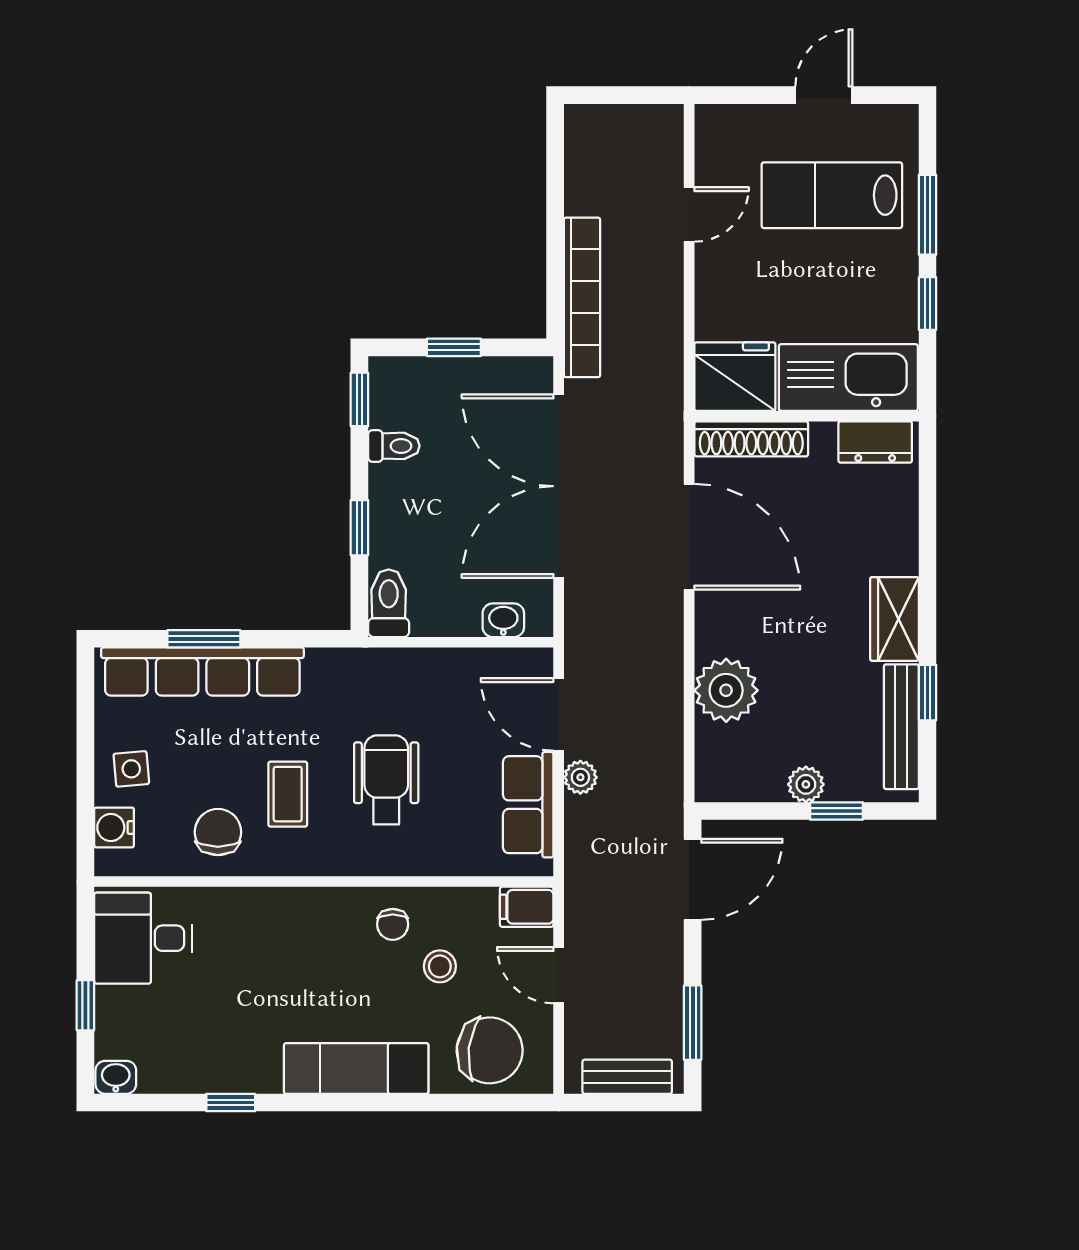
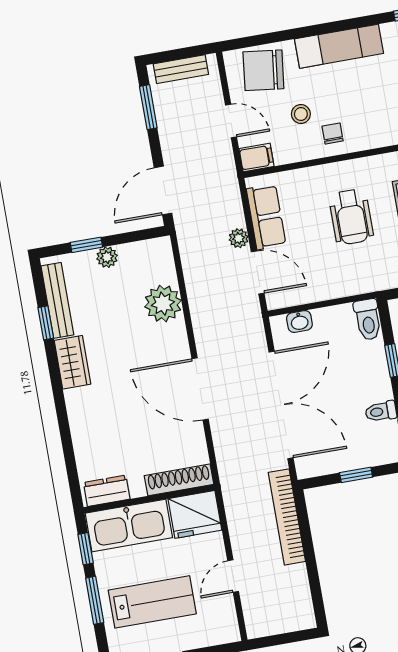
fridge: (735, 377) -> (195, 514), moved
kitchen sink: (848, 378) -> (129, 525), moved
wall: (807, 416) -> (149, 499), moved
shoe rack: (751, 439) -> (179, 480), moved
dresser: (875, 442) -> (107, 491), moved

